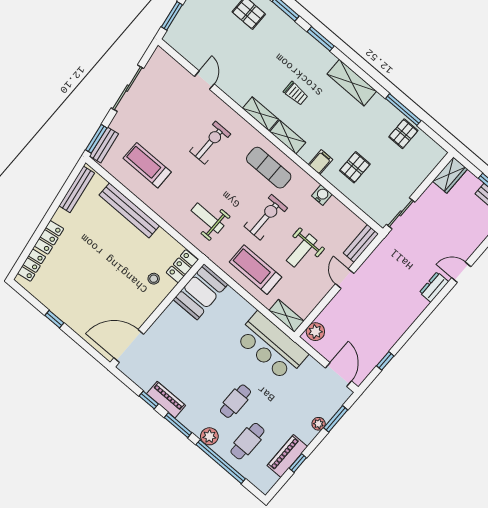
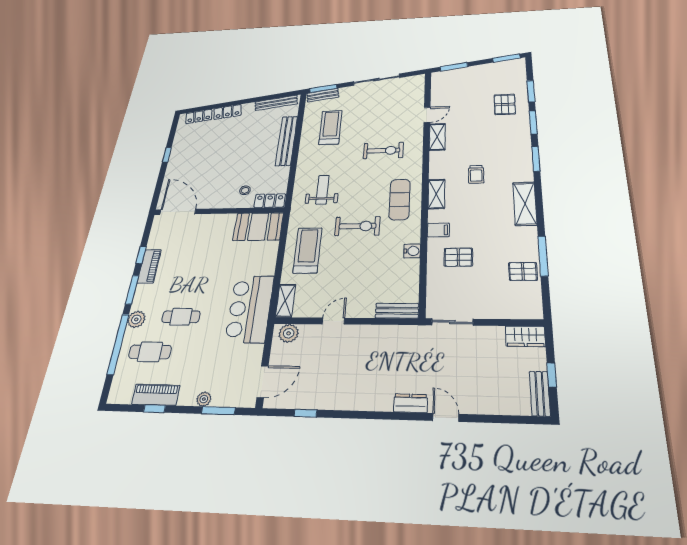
shelving: (261, 114) -> (437, 137), moved
weight bench: (302, 251) -> (352, 271), removed
door: (345, 279) -> (333, 321), moved

